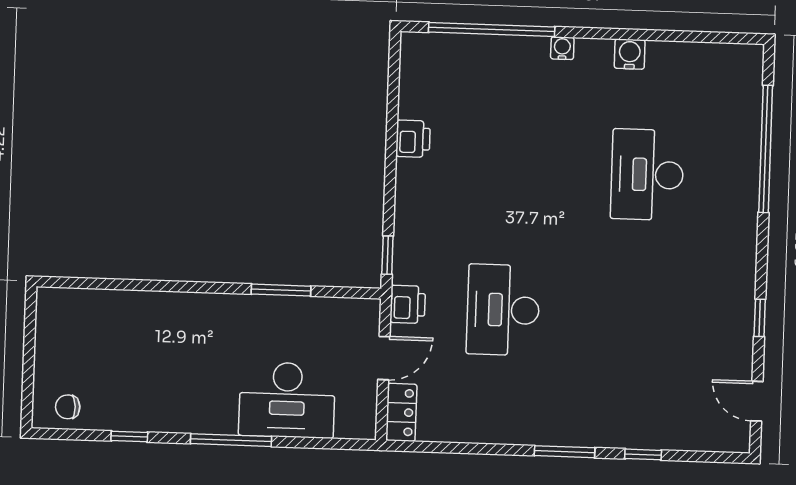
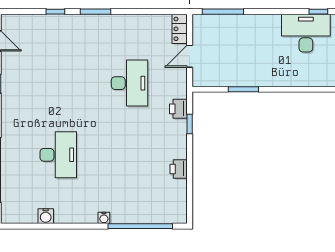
water cooler: (630, 54) -> (46, 216), moved
window: (387, 255) -> (190, 124), moved
printer: (408, 304) -> (178, 109), moved
desk: (287, 400) -> (306, 33), moved
window: (231, 440) -> (223, 12), moved

